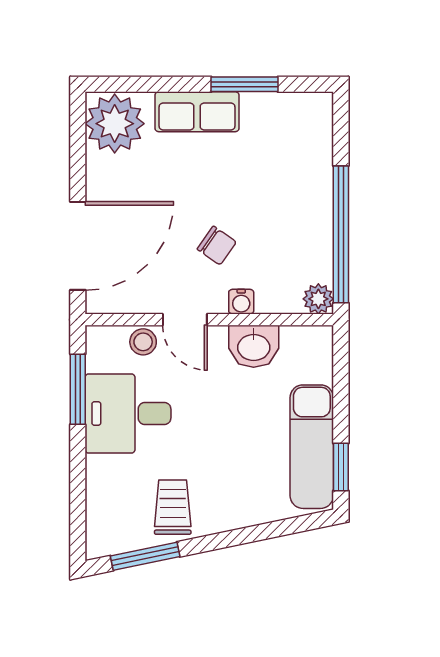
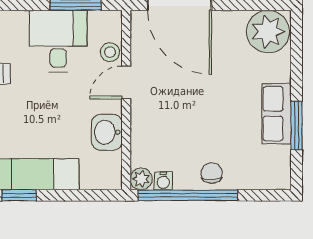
row of seats: (197, 112) -> (277, 114), moved
chair: (217, 246) -> (212, 173), moved, turned 145
water cooler: (241, 302) -> (163, 181), moved, turned -90

